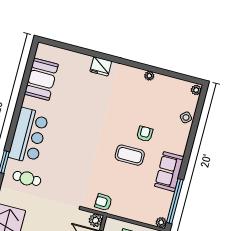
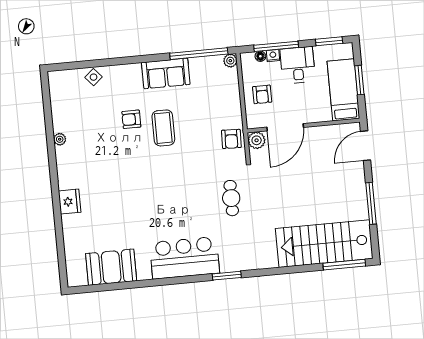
plant: (196, 90) -> (56, 77), removed
cafe table: (27, 178) -> (231, 198), moved

